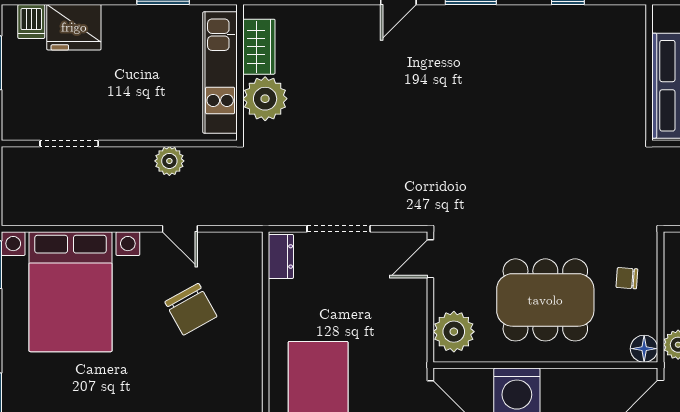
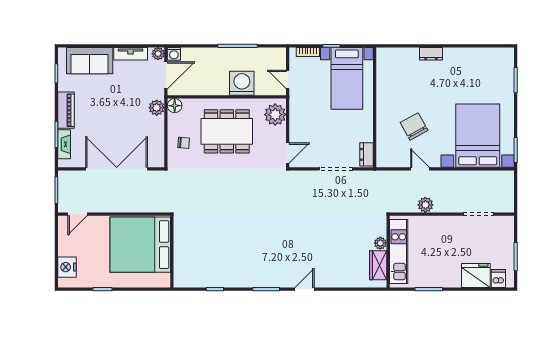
plant: (265, 99) -> (380, 243), width x0.53, depth x0.53

